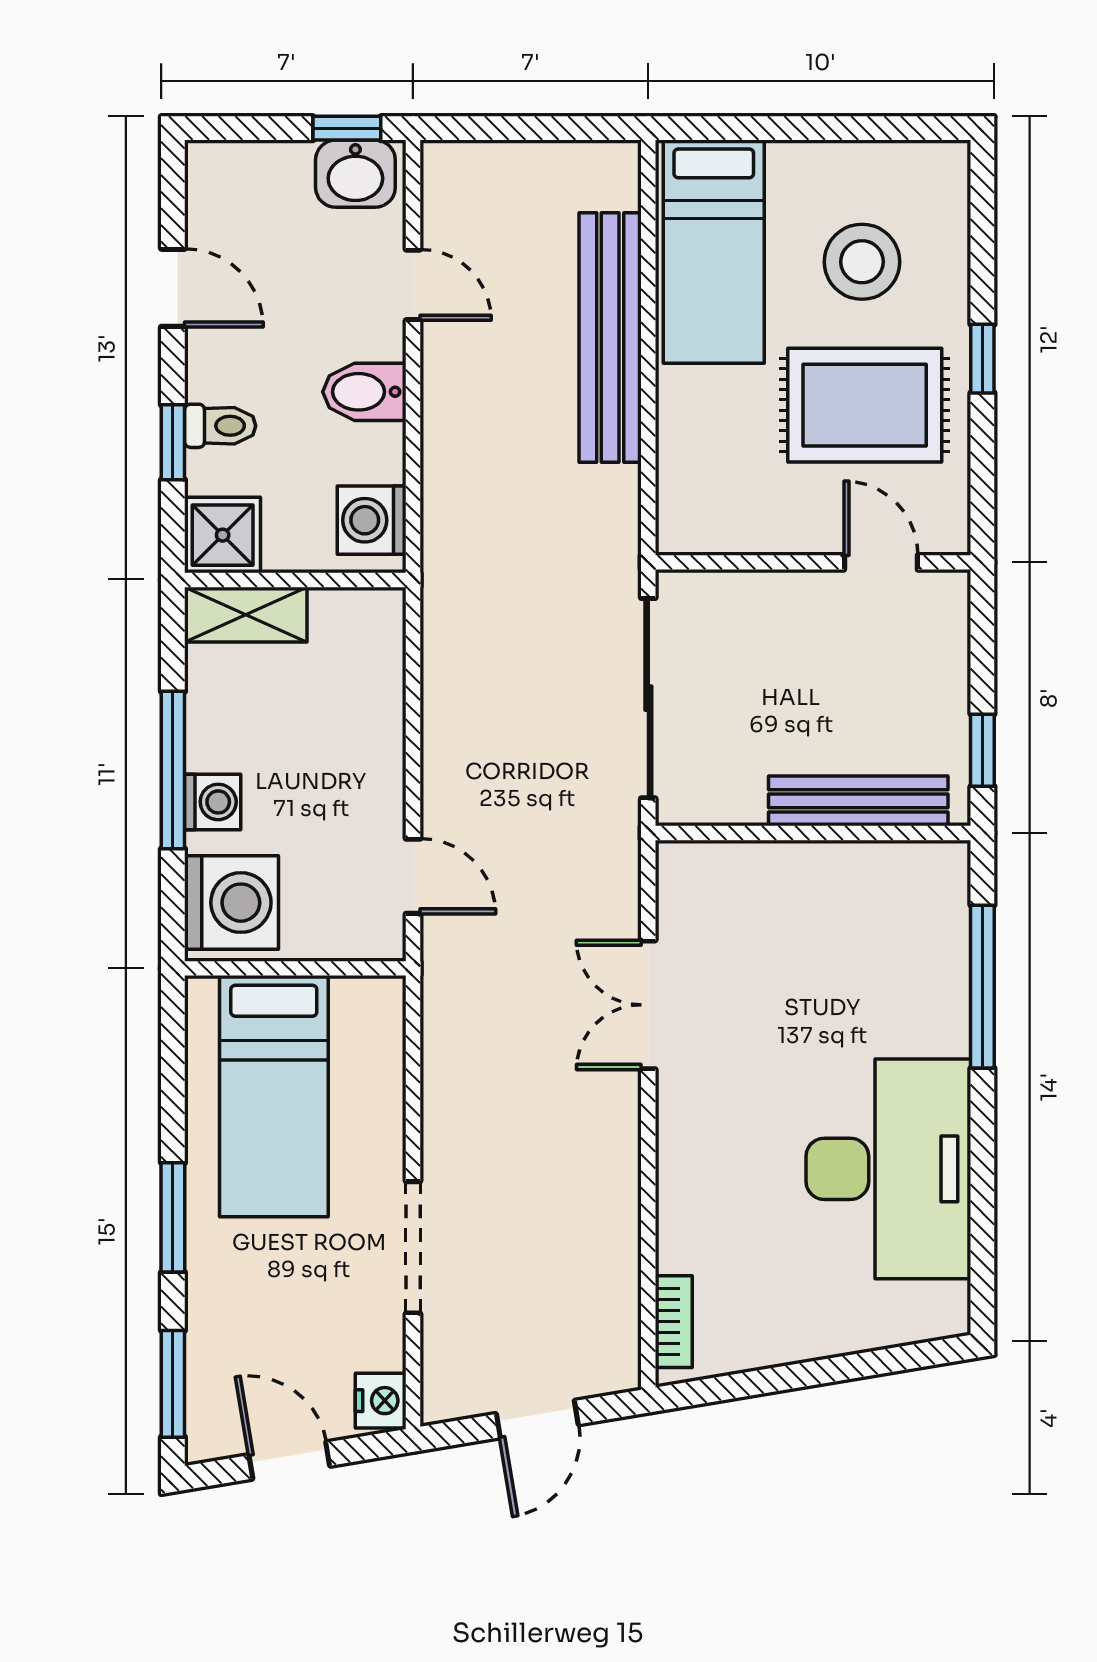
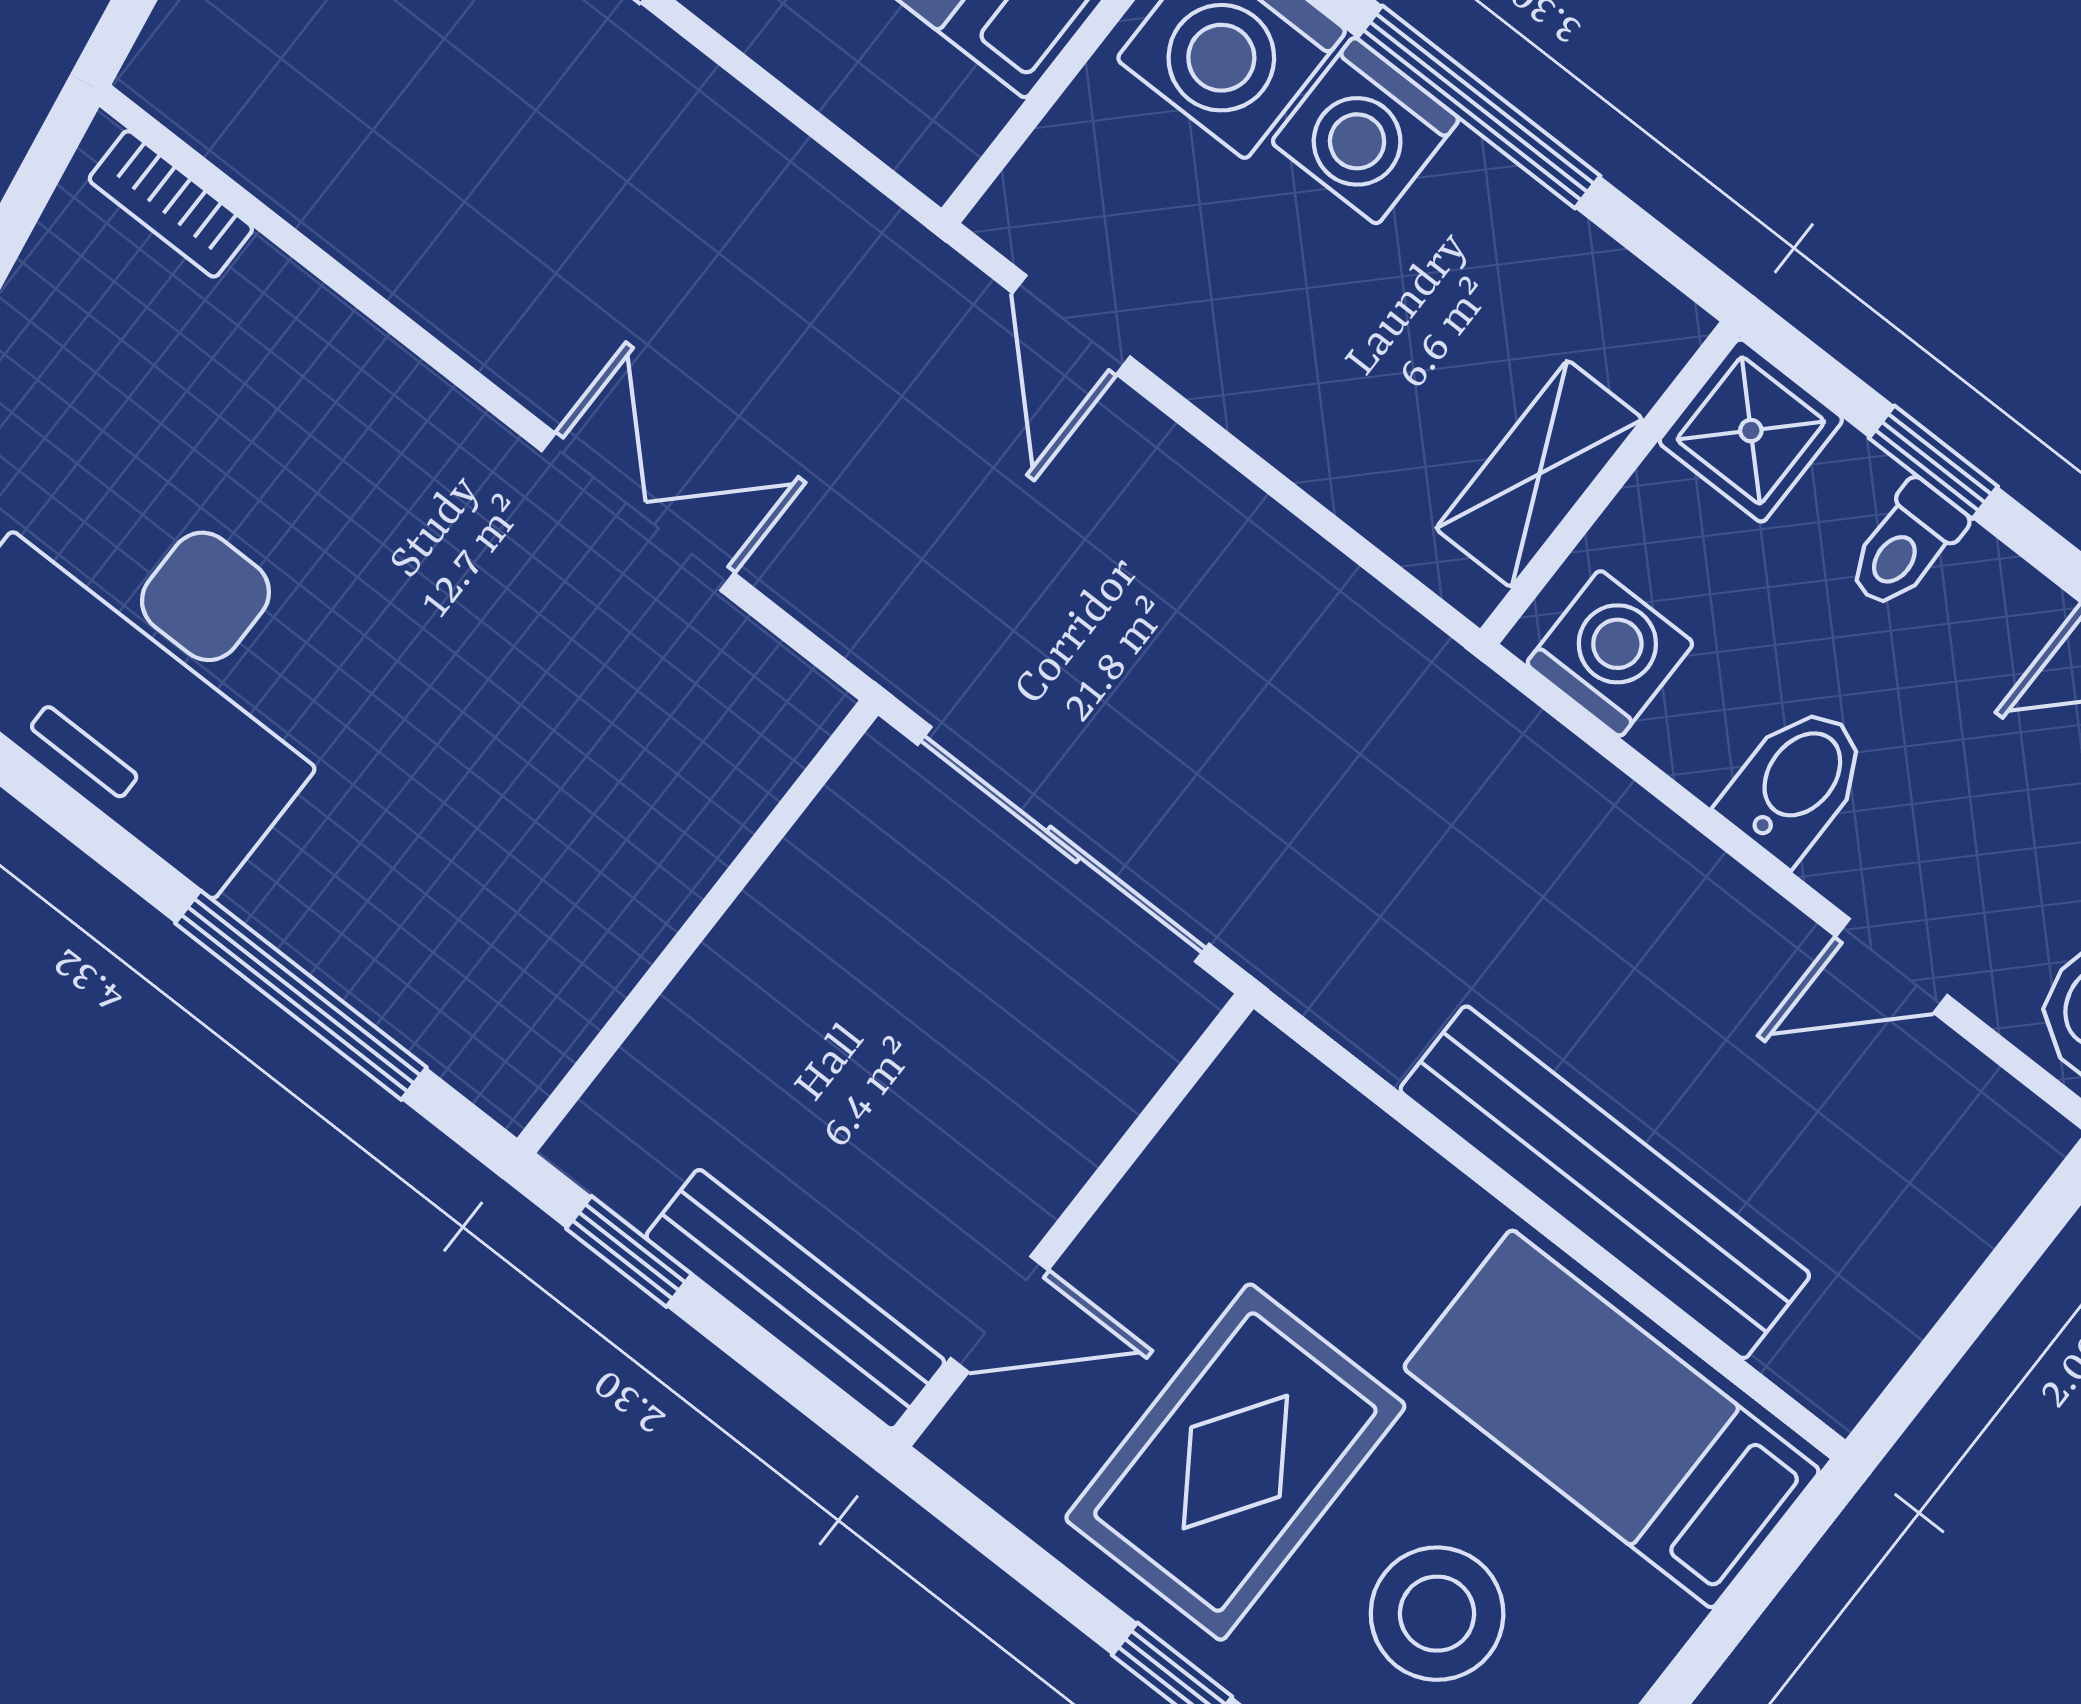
shelving: (246, 615) -> (1539, 474), moved
bench: (858, 801) -> (795, 1299), moved, turned 90
washing machine: (213, 802) -> (1365, 131), width x1.38, depth x1.38
door: (413, 876) -> (1071, 325), hinge flipped

